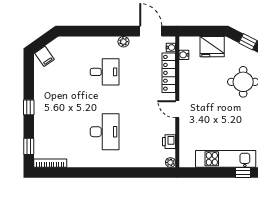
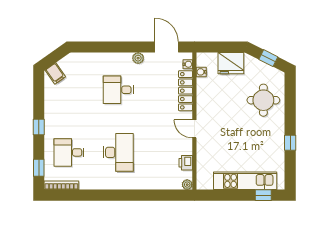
desk: (105, 72) -> (118, 90), turned 180
desk: (58, 132) -> (69, 152), added

